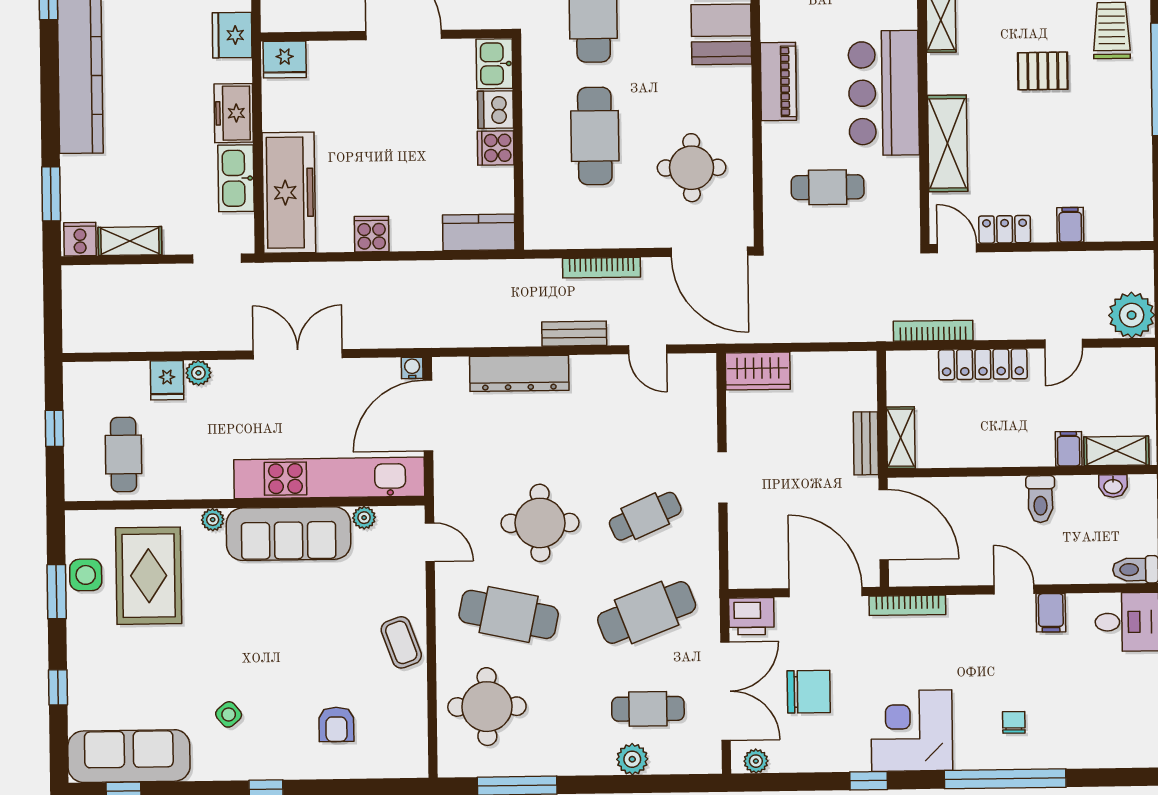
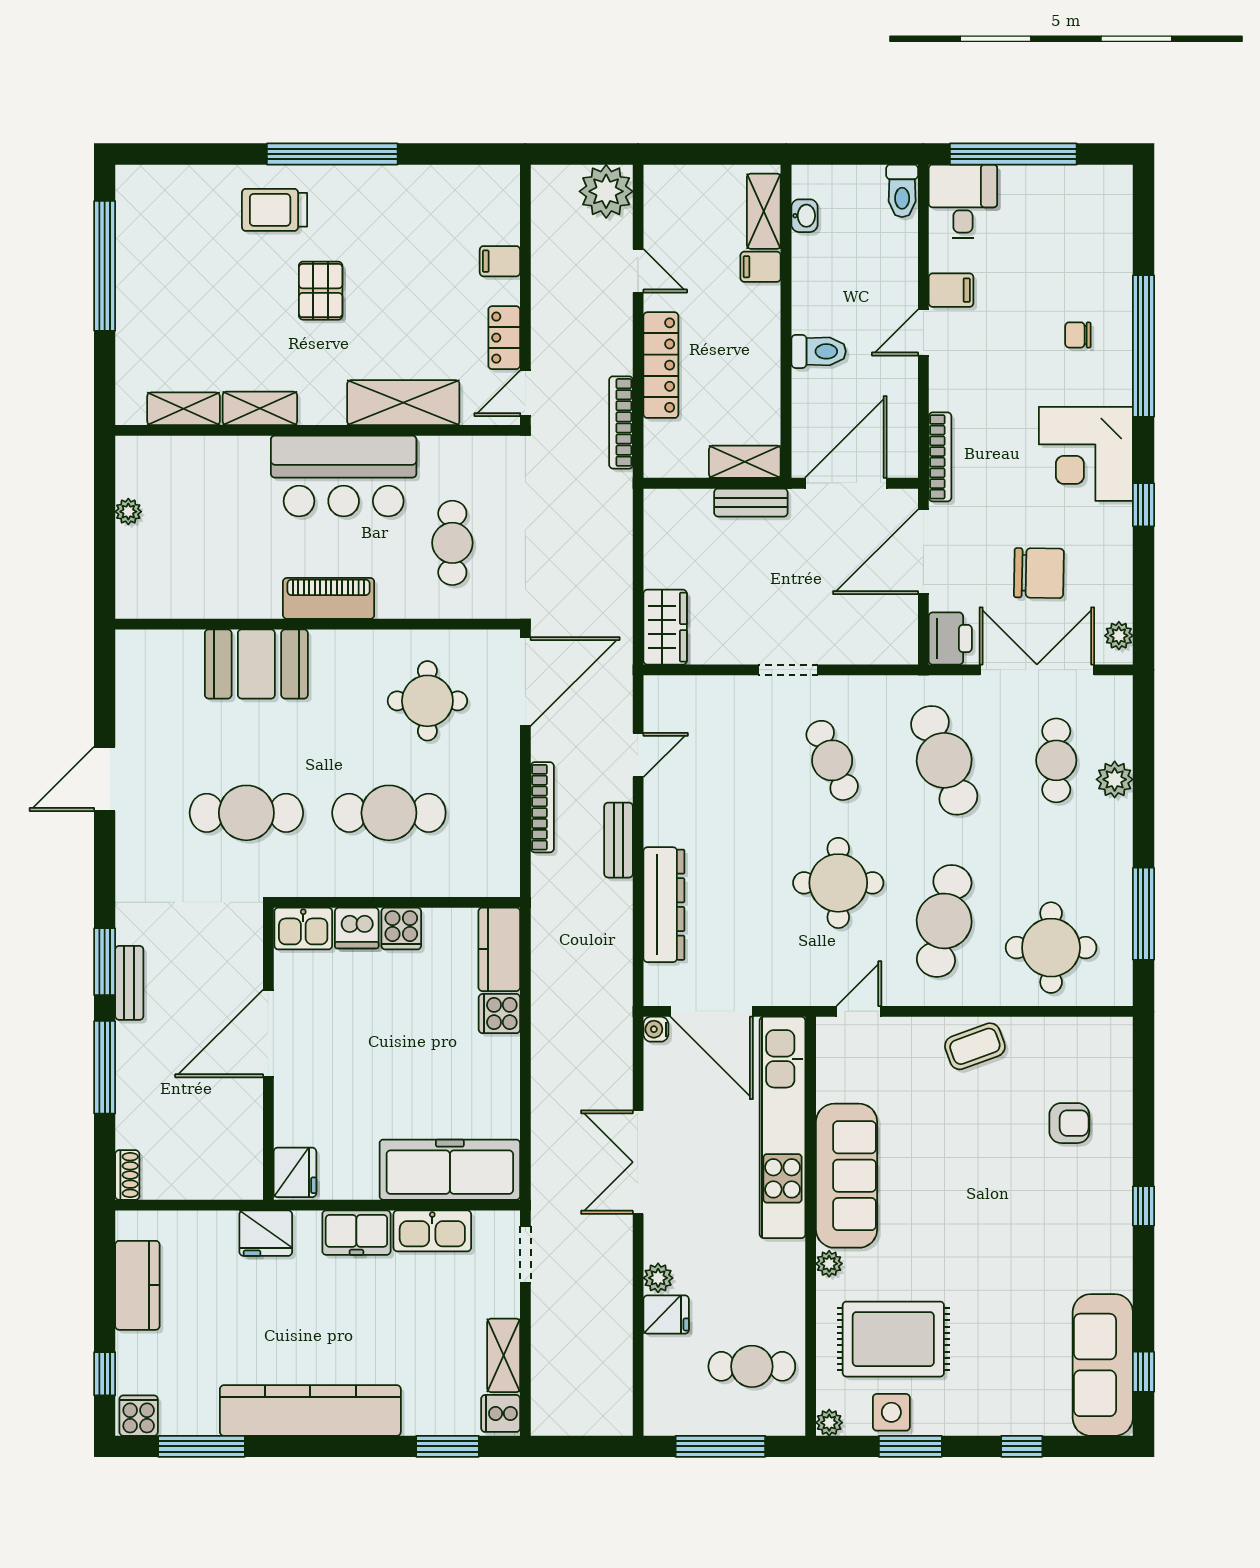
cooker: (372, 234) -> (499, 1014), moved
window: (54, 428) -> (720, 1446), width x2.17
toilet: (1040, 499) -> (819, 351), moved
plant: (364, 518) -> (829, 1423), moved
chair: (809, 692) -> (1039, 573), turned 91
side table: (229, 714) -> (1056, 1248), removed

